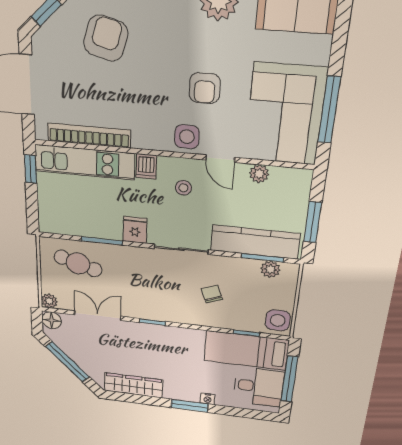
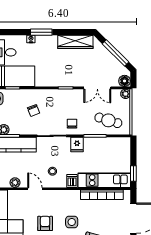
side table: (187, 137) -> (72, 222), moved
chair: (143, 265) -> (72, 124), added

